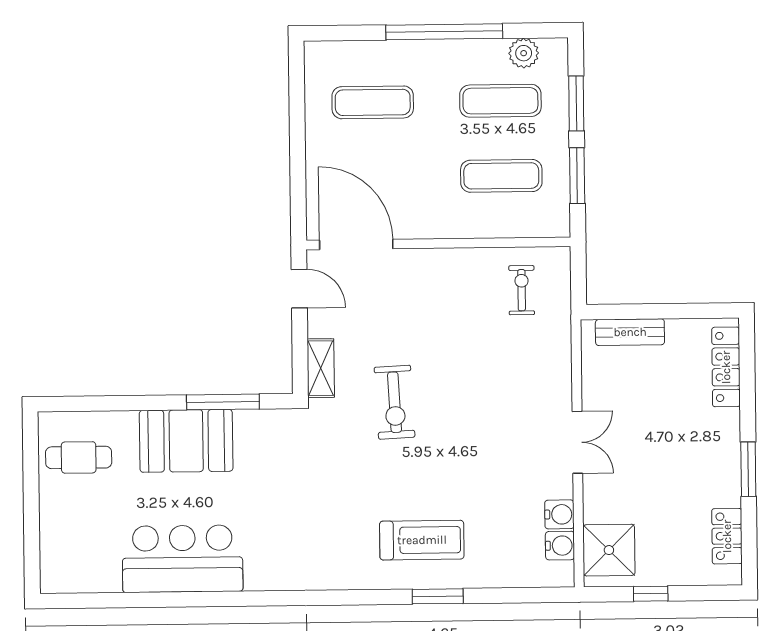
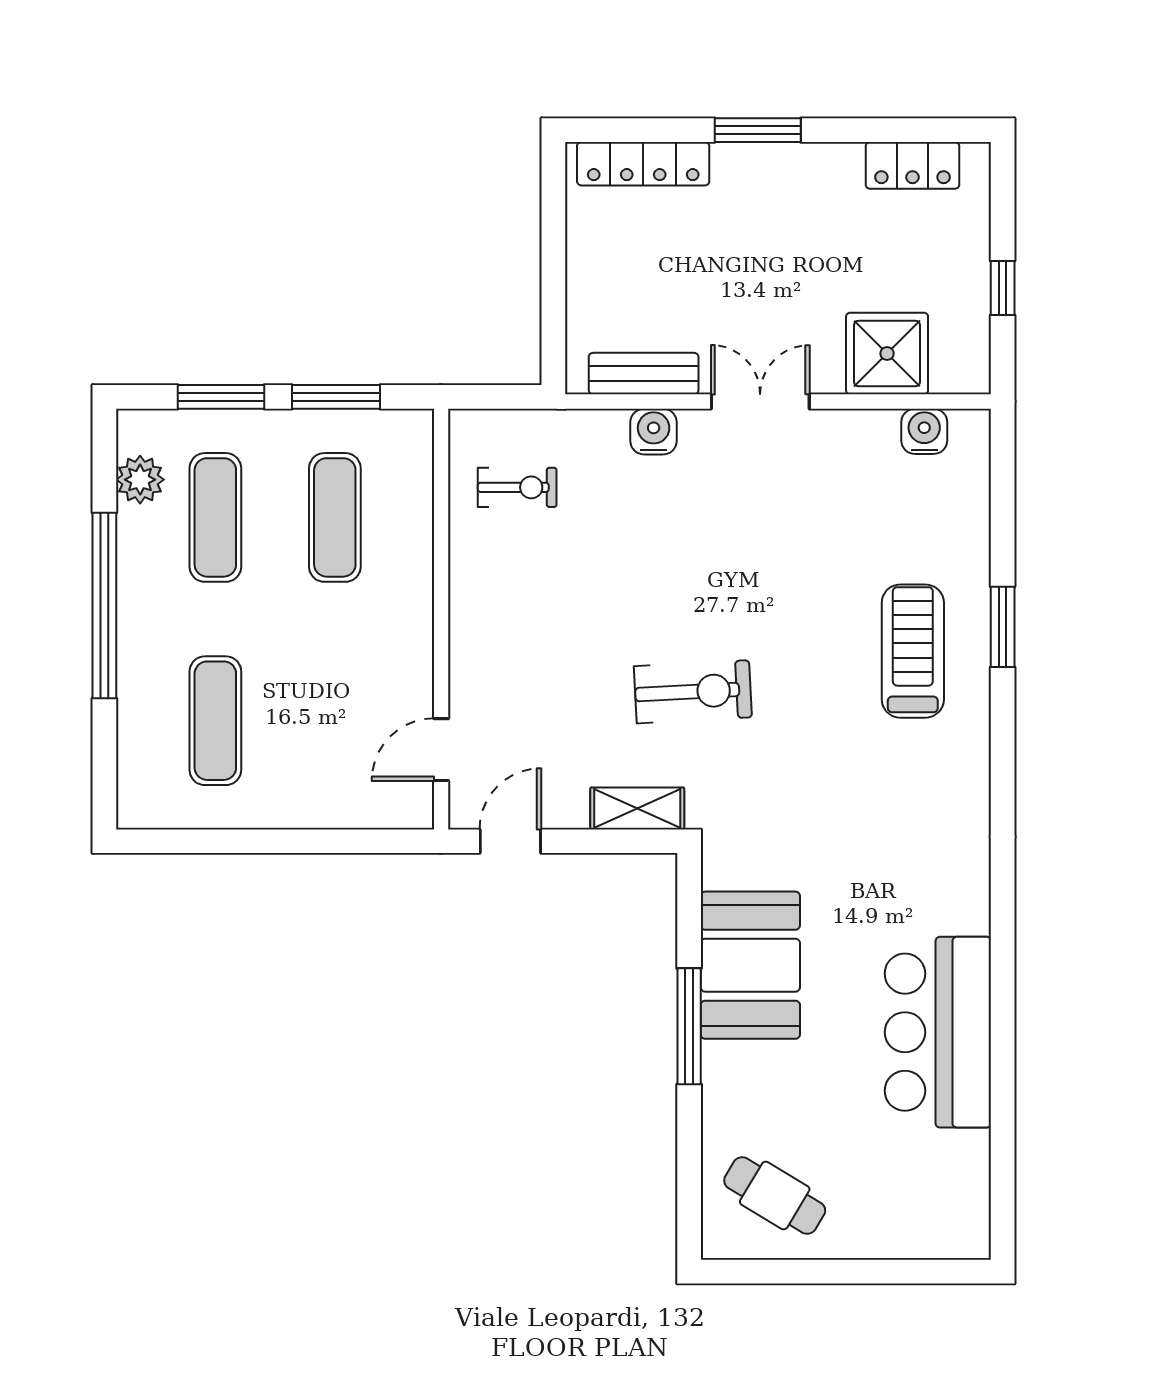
door: (356, 244) -> (441, 750), width x0.53
exercise bike: (522, 290) -> (517, 487), turned 180
bench: (630, 332) -> (644, 374), moved, turned 90
window: (223, 402) -> (689, 1026), moved
booth: (186, 441) -> (750, 965), moved
cafe table: (79, 457) -> (775, 1196), turned -59
window: (748, 469) -> (758, 130), moved
water cooler: (559, 514) -> (654, 432), moved
shower: (609, 550) -> (887, 354), moved

